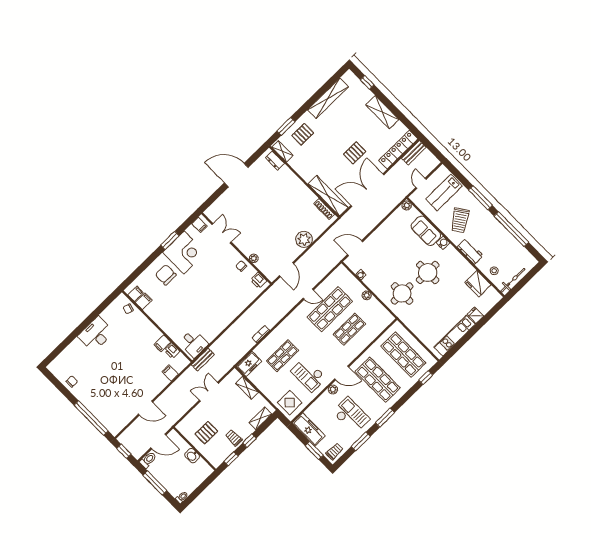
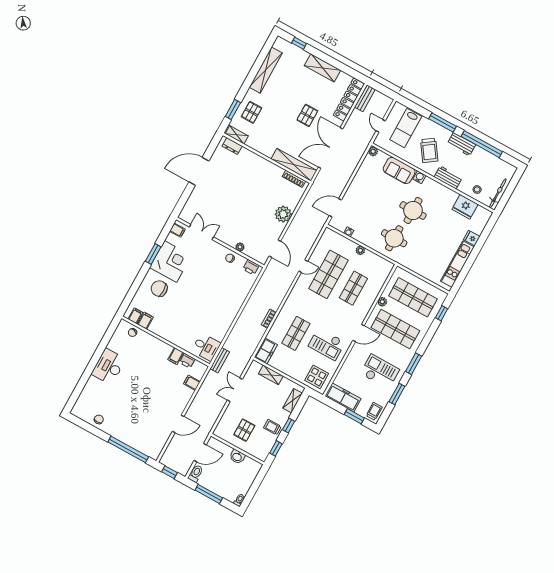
workbench: (492, 224) -> (461, 144), added
plant: (333, 390) -> (382, 302), moved

